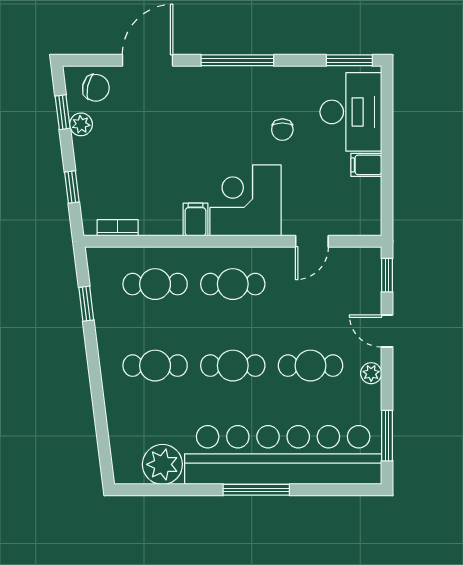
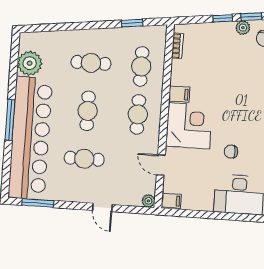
filing cabinet: (366, 165) -> (171, 201), moved, turned 90
window: (72, 187) -> (223, 18), moved
window: (387, 275) -> (137, 210), removed
door: (387, 331) -> (102, 207), swing flipped
cafe table: (155, 366) -> (91, 63), turned 90
cafe table: (310, 366) -> (84, 159), turned 90
plant: (371, 373) -> (148, 201), moved

